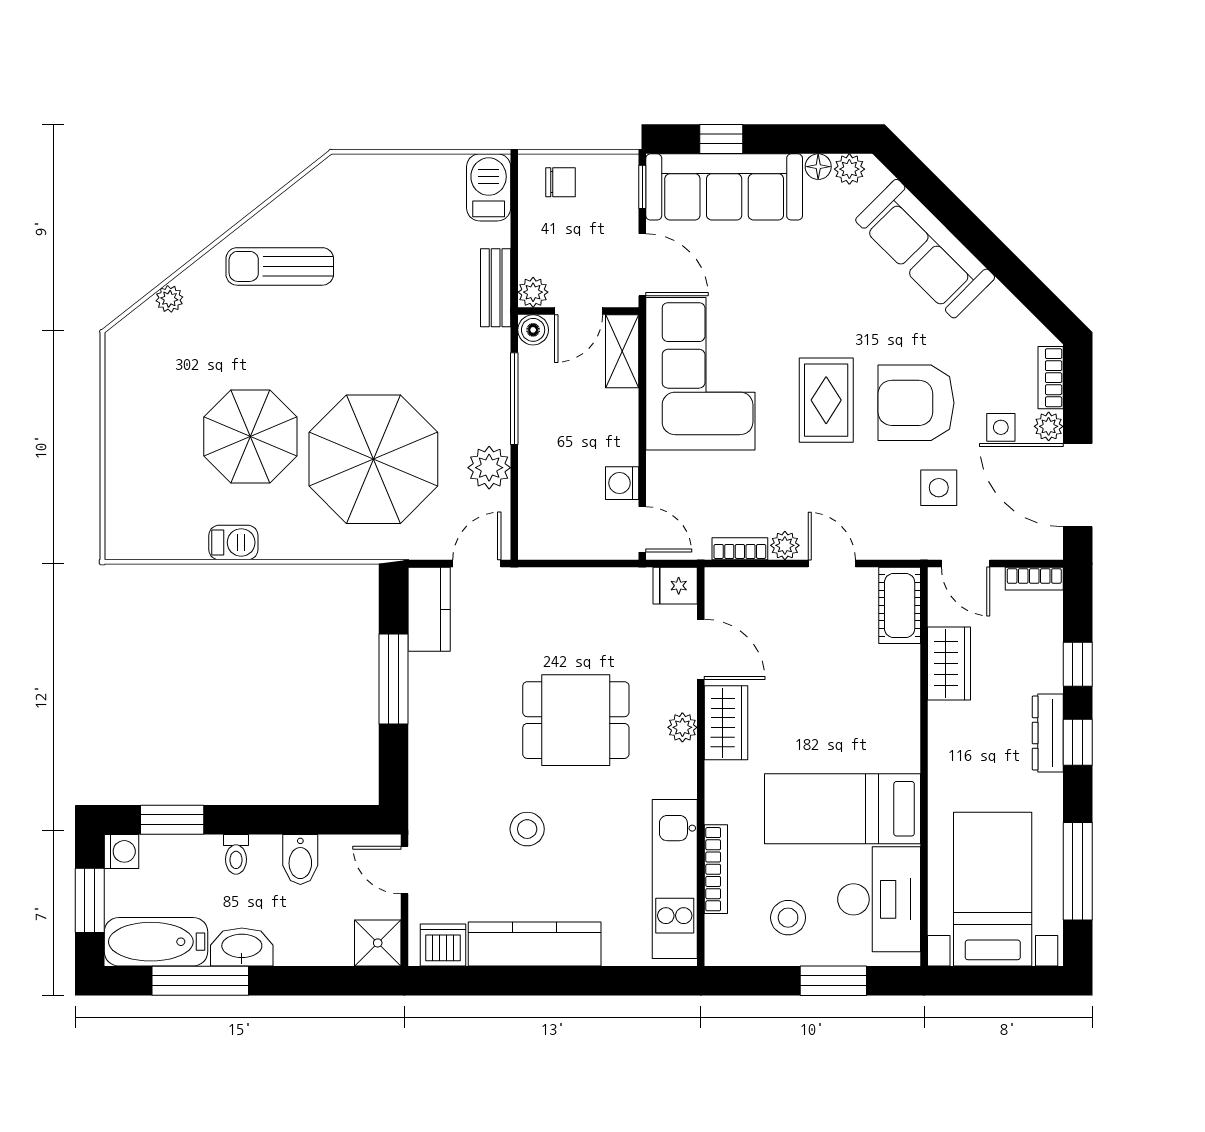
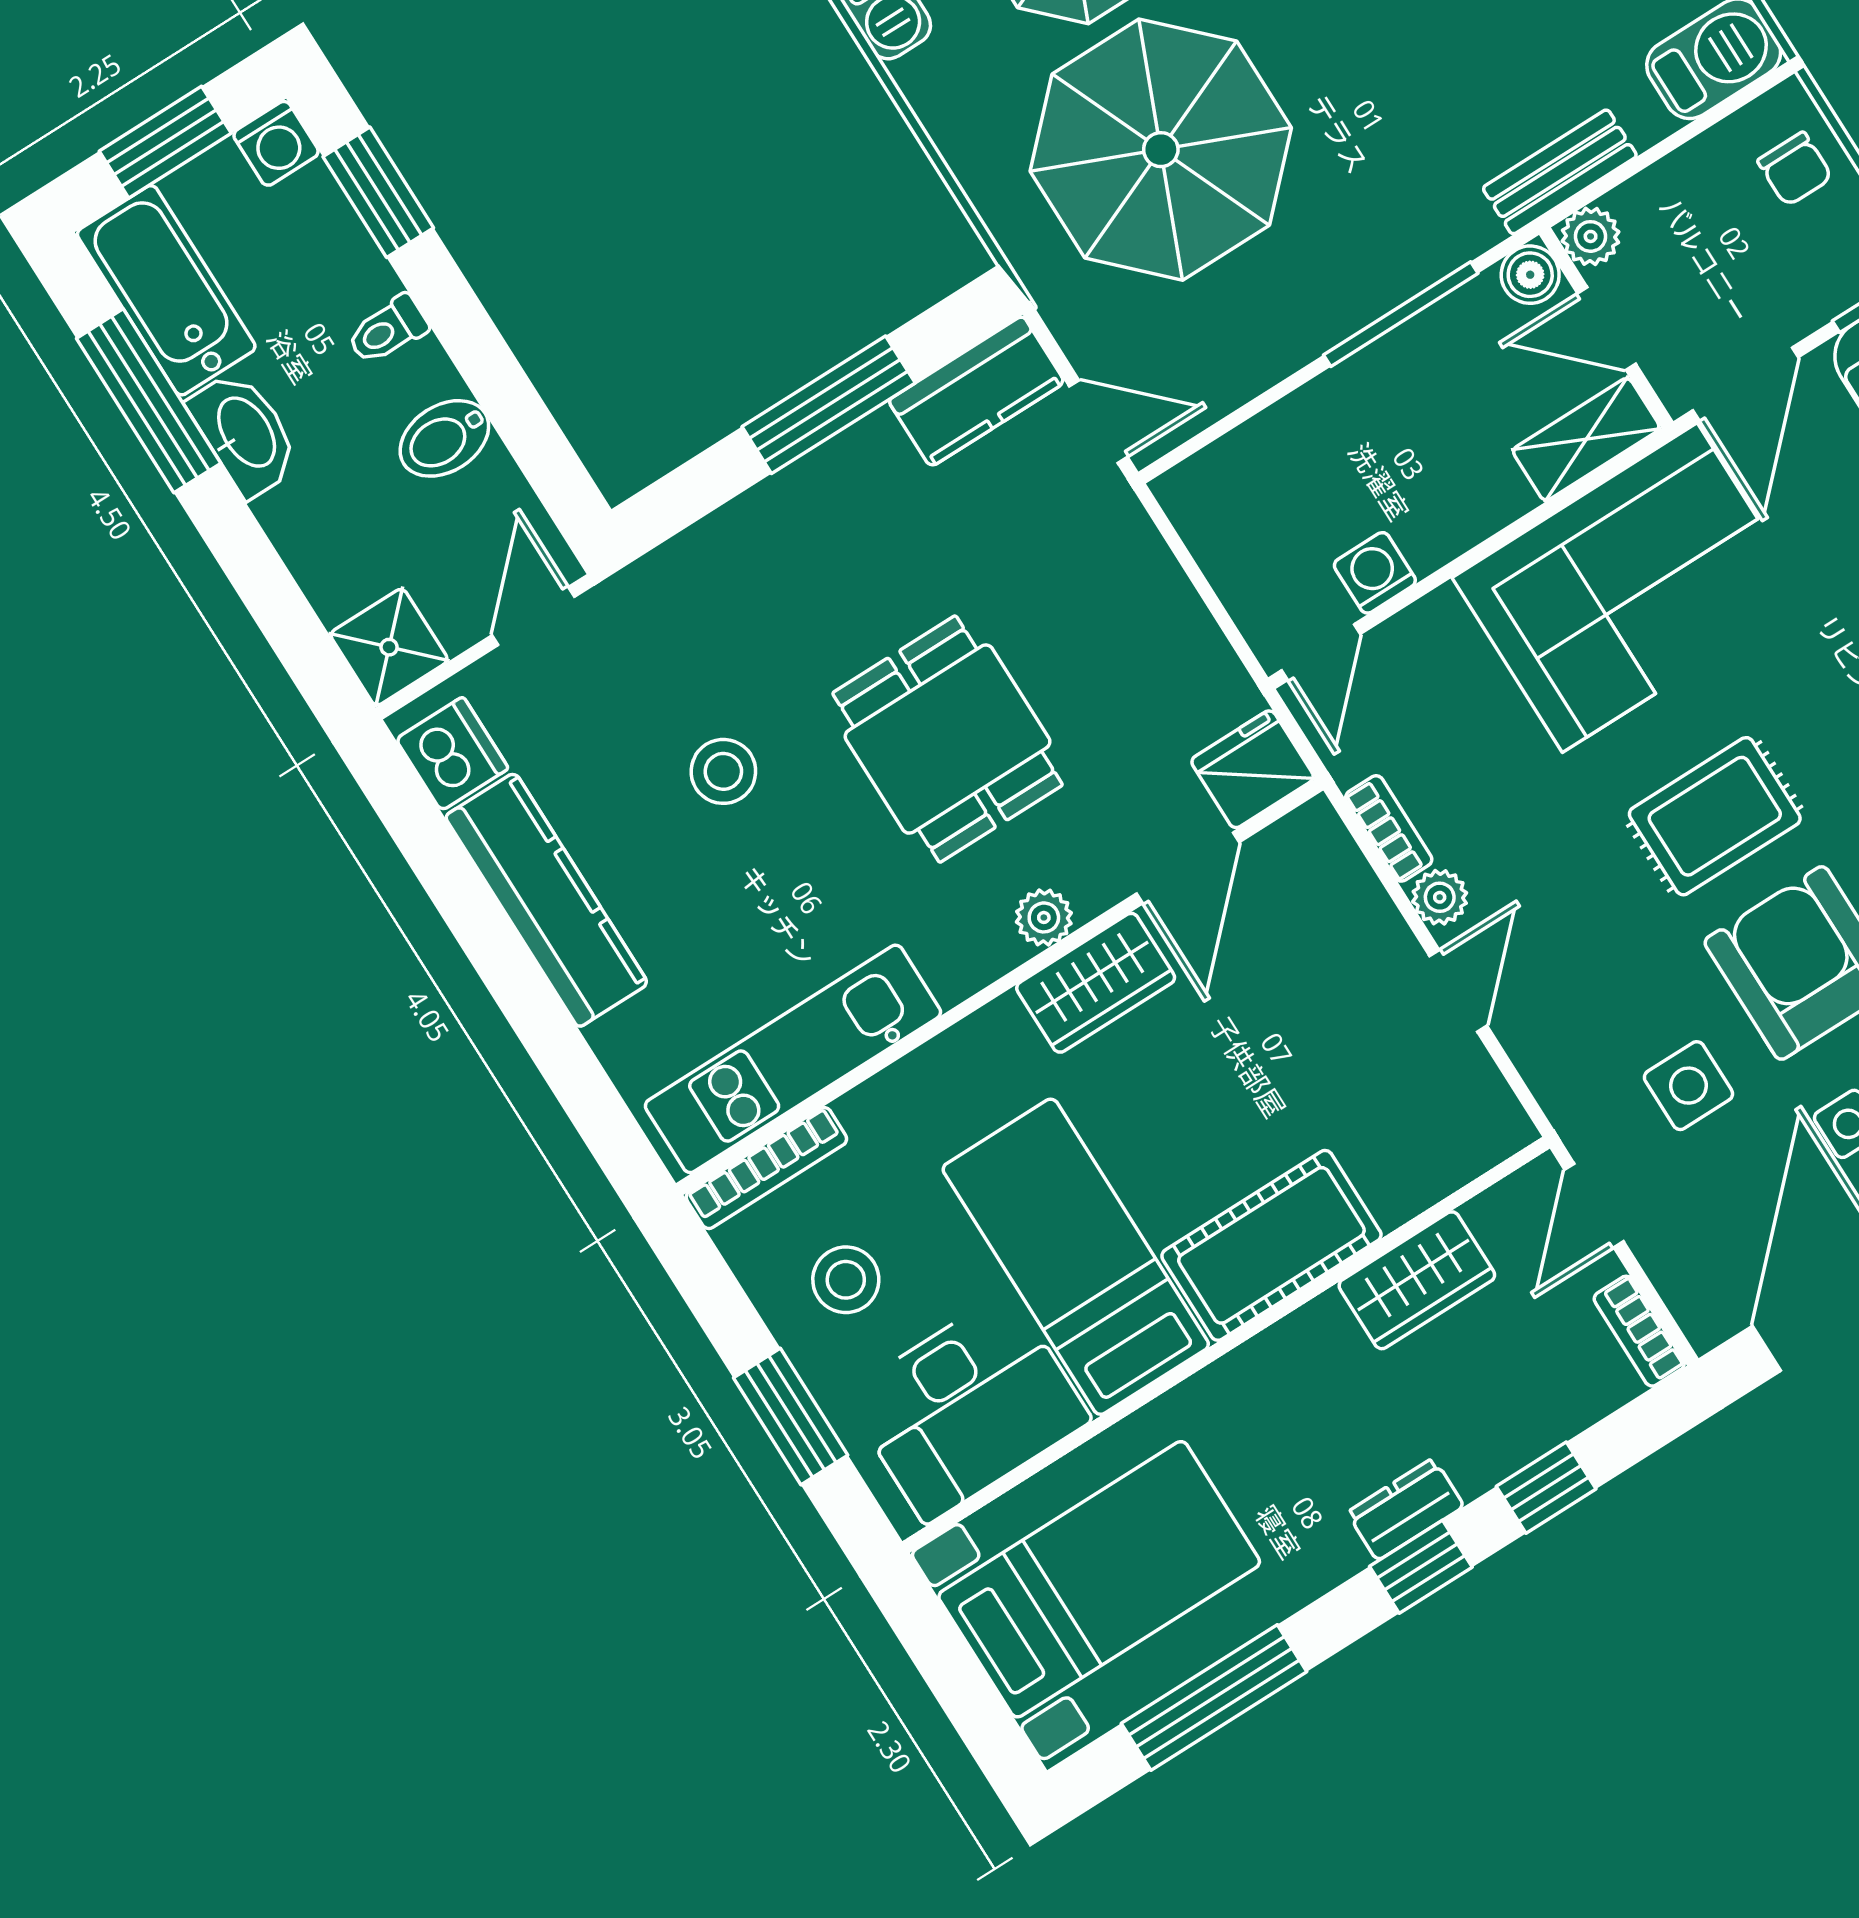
plant: (489, 468) -> (1265, 344), removed
fridge: (675, 586) -> (1253, 769), width x1.38
cot: (900, 605) -> (1271, 1245), moved, width x1.37, depth x1.34
dresser: (1048, 733) -> (1405, 1509), width x0.70
bookcase: (716, 869) -> (766, 1168), moved

